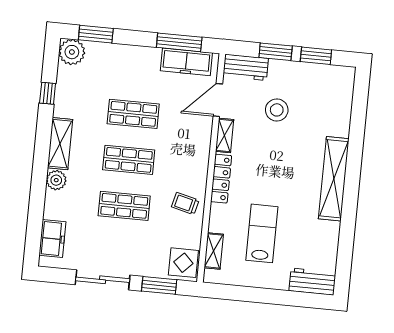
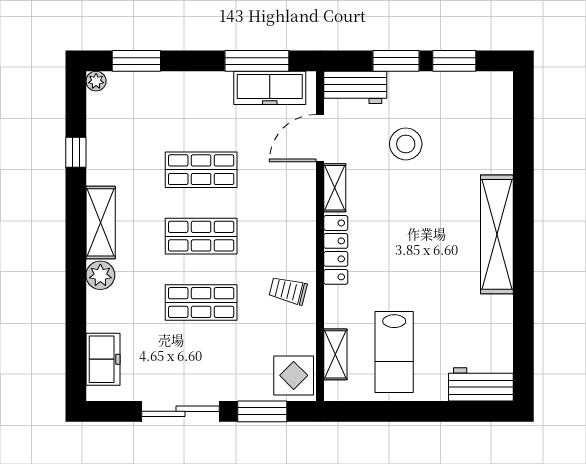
plant: (72, 52) -> (96, 81), width x0.53, depth x0.53
lab bench: (262, 233) -> (394, 352), moved, turned 180

